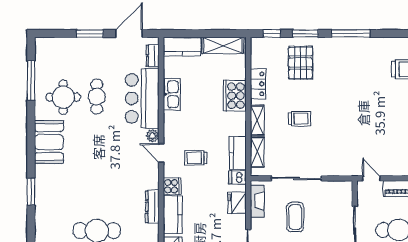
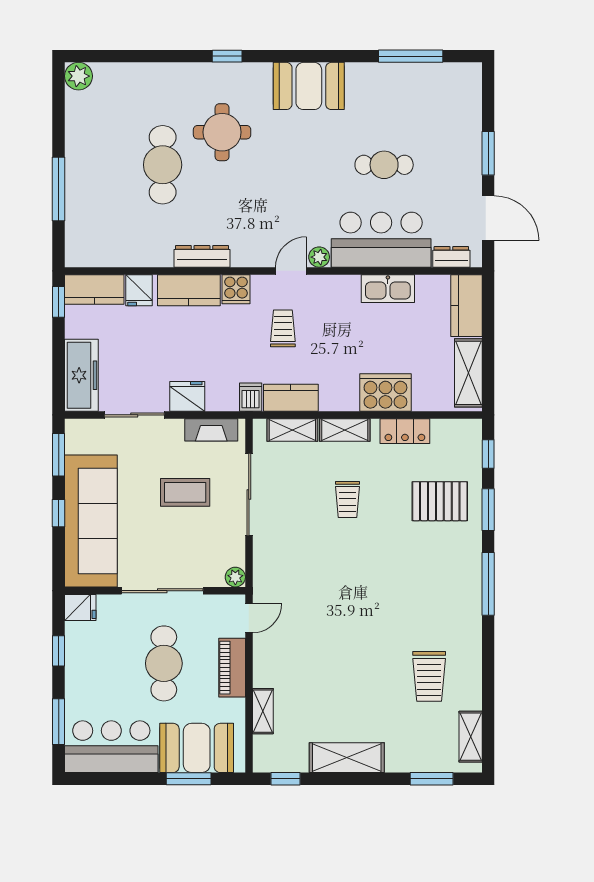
round table: (63, 97) -> (222, 132), moved
plant: (346, 187) -> (235, 577), added
window: (31, 192) -> (227, 56), width x0.67
fridge: (237, 203) -> (187, 396), moved

